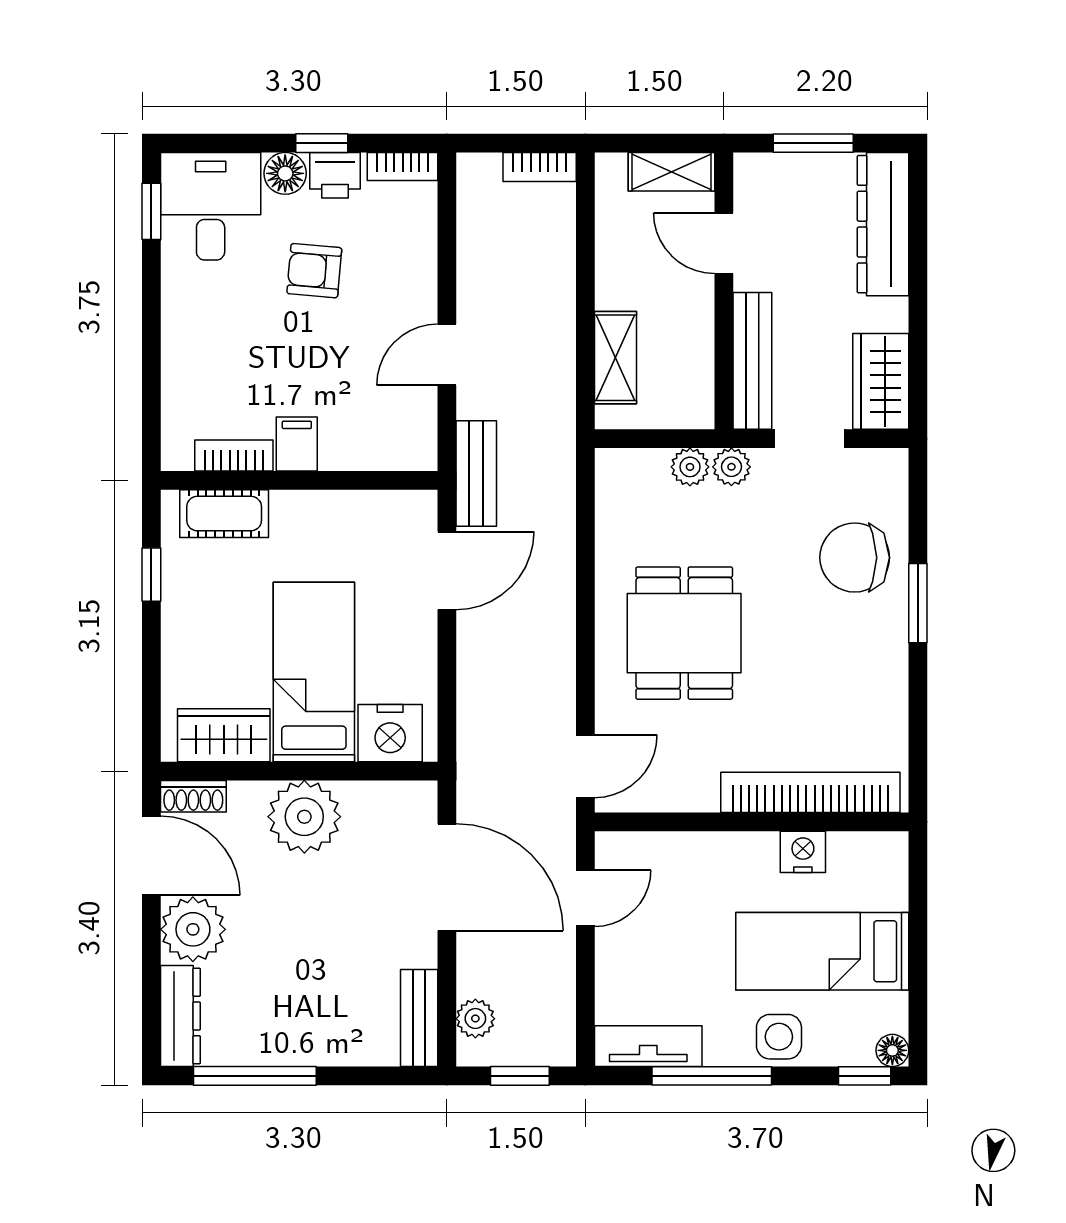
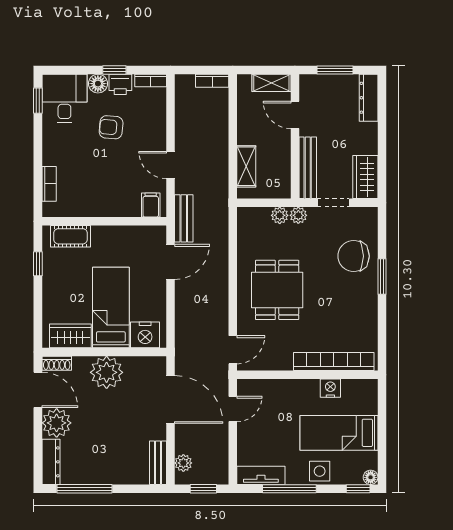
dresser: (883, 224) -> (369, 98), width x0.73, depth x0.80
door: (447, 355) -> (171, 165), hinge flipped
filing cabinet: (297, 444) -> (151, 205), moved
bookcase: (234, 455) -> (49, 184), moved, turned 90

